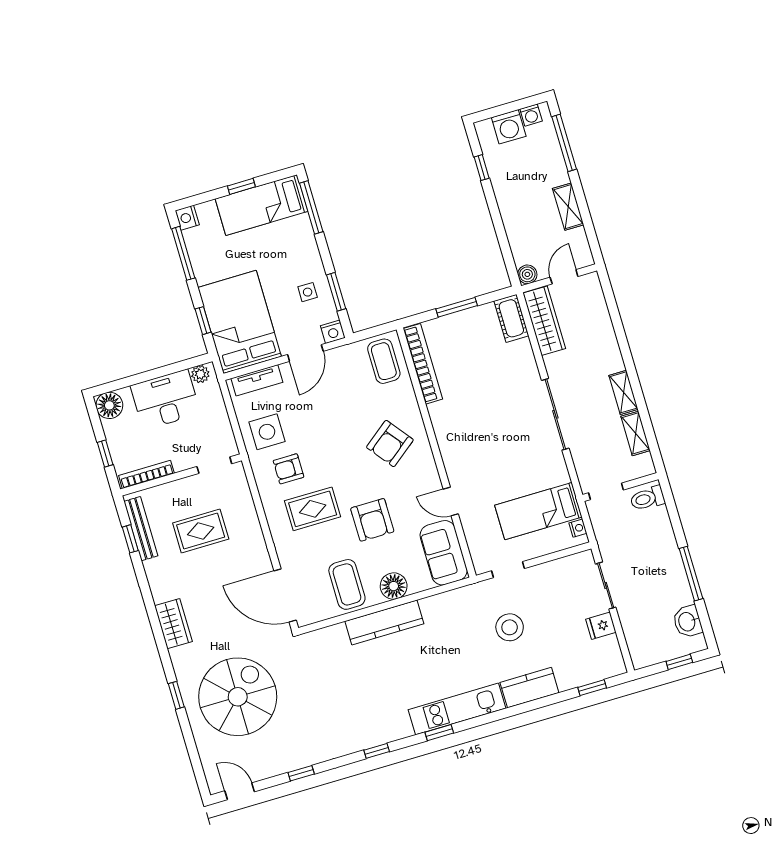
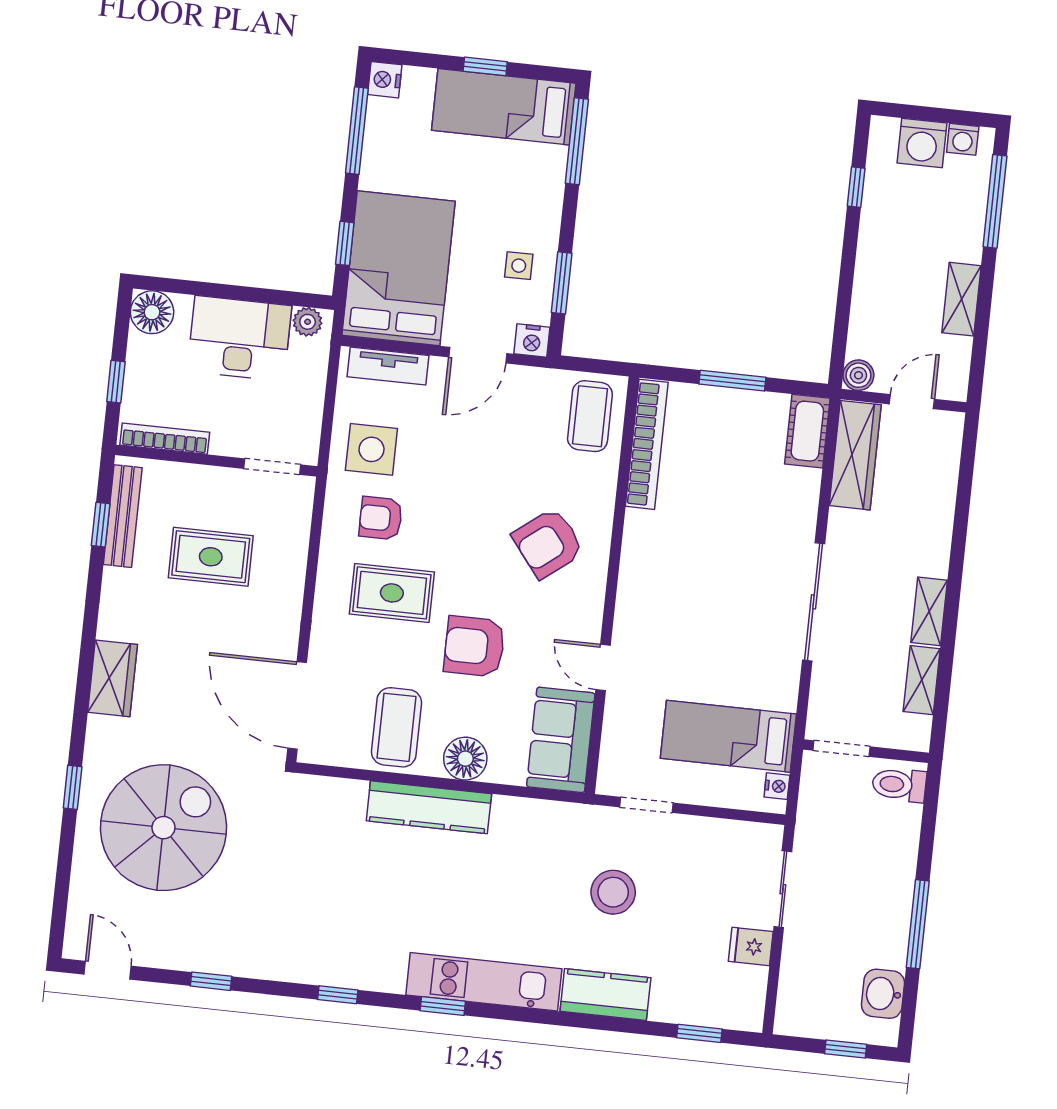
armchair: (372, 520) -> (474, 646), turned 90

